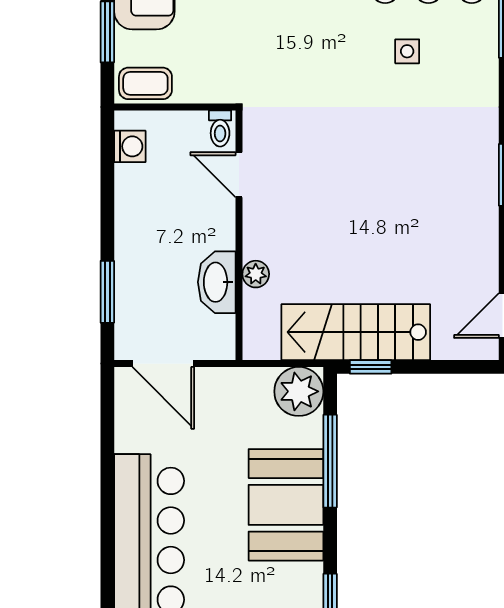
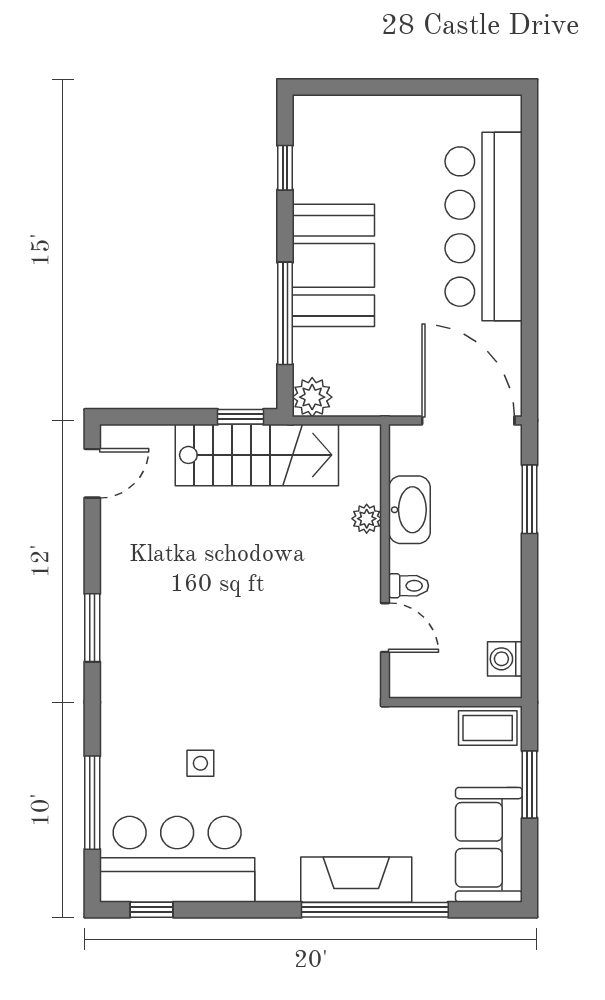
toilet: (220, 128) -> (409, 586), moved, turned 90
door: (163, 364) -> (468, 421), width x1.36
plant: (299, 391) -> (312, 397), width x0.73, depth x0.73

